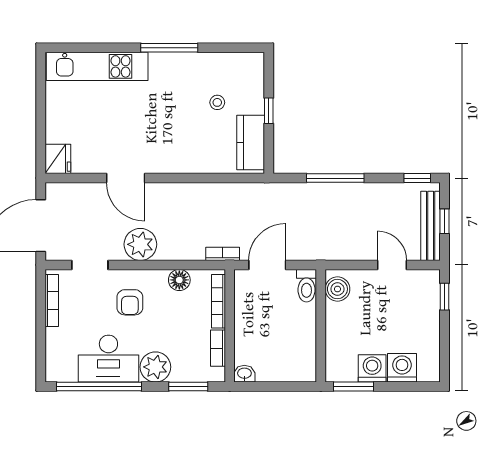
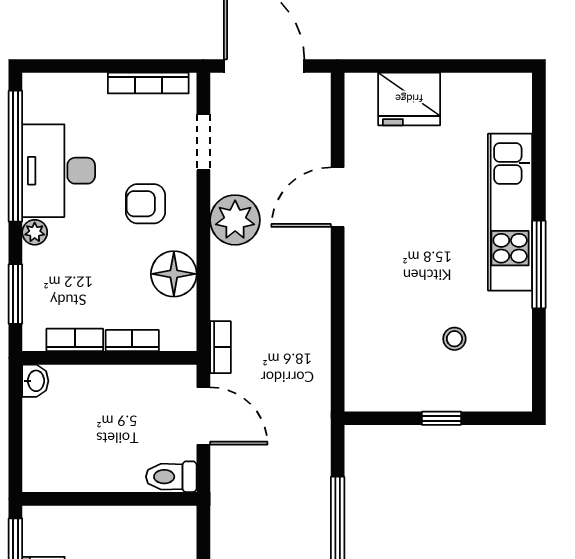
kitchen unit: (97, 66) -> (510, 212), moved
kitchen counter: (251, 143) -> (392, 390), removed
fridge: (58, 159) -> (409, 99), moved, width x1.36, depth x1.34
floor lamp: (179, 280) -> (174, 274), width x1.38, depth x1.38
boiler: (337, 289) -> (166, 525), removed
bookcase: (218, 301) -> (132, 341), width x0.64
plant: (155, 367) -> (35, 232), width x0.53, depth x0.53

